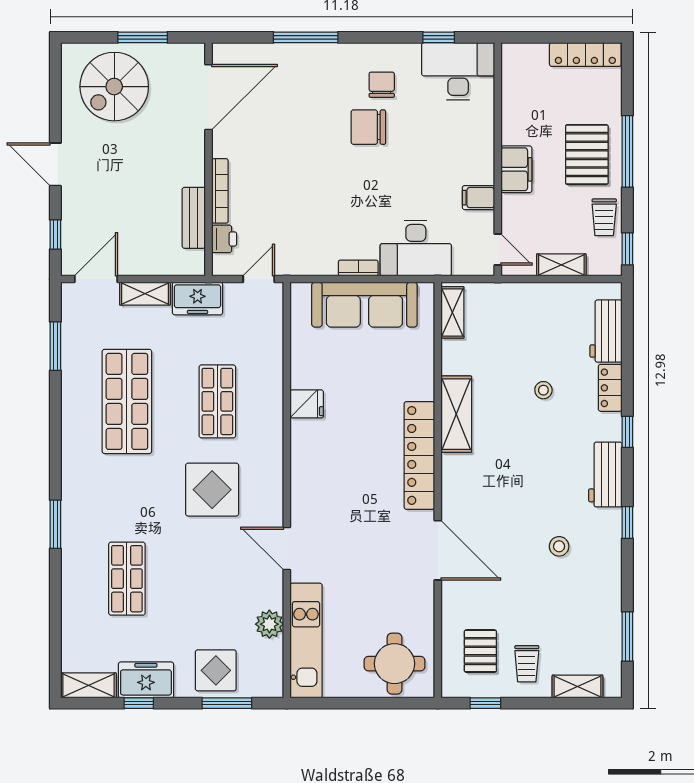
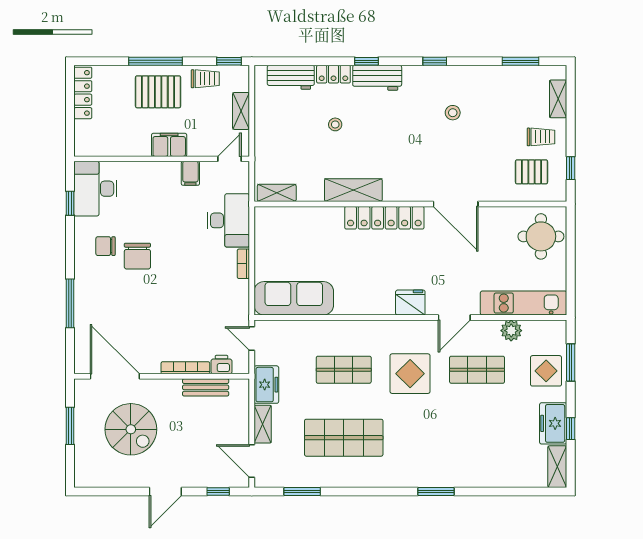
spiral stairs: (114, 87) -> (131, 429), moved
sofa: (364, 305) -> (294, 298), moved, turned -90
fridge: (307, 404) -> (410, 303), moved, width x1.38
workbench: (605, 475) -> (377, 78), moved
door: (438, 550) -> (456, 204), swing flipped
shop shelf: (127, 579) -> (477, 370), moved

